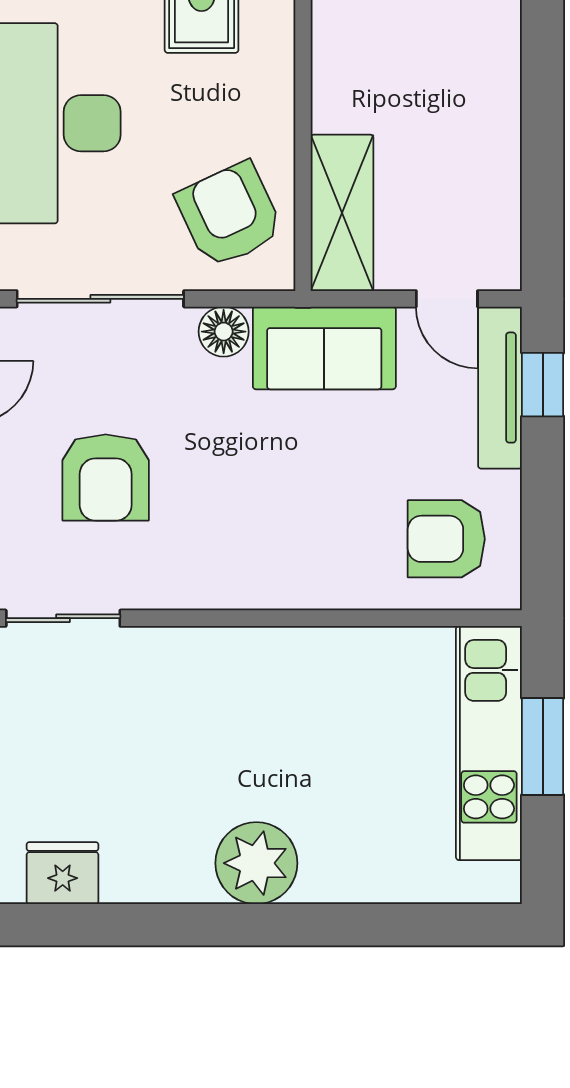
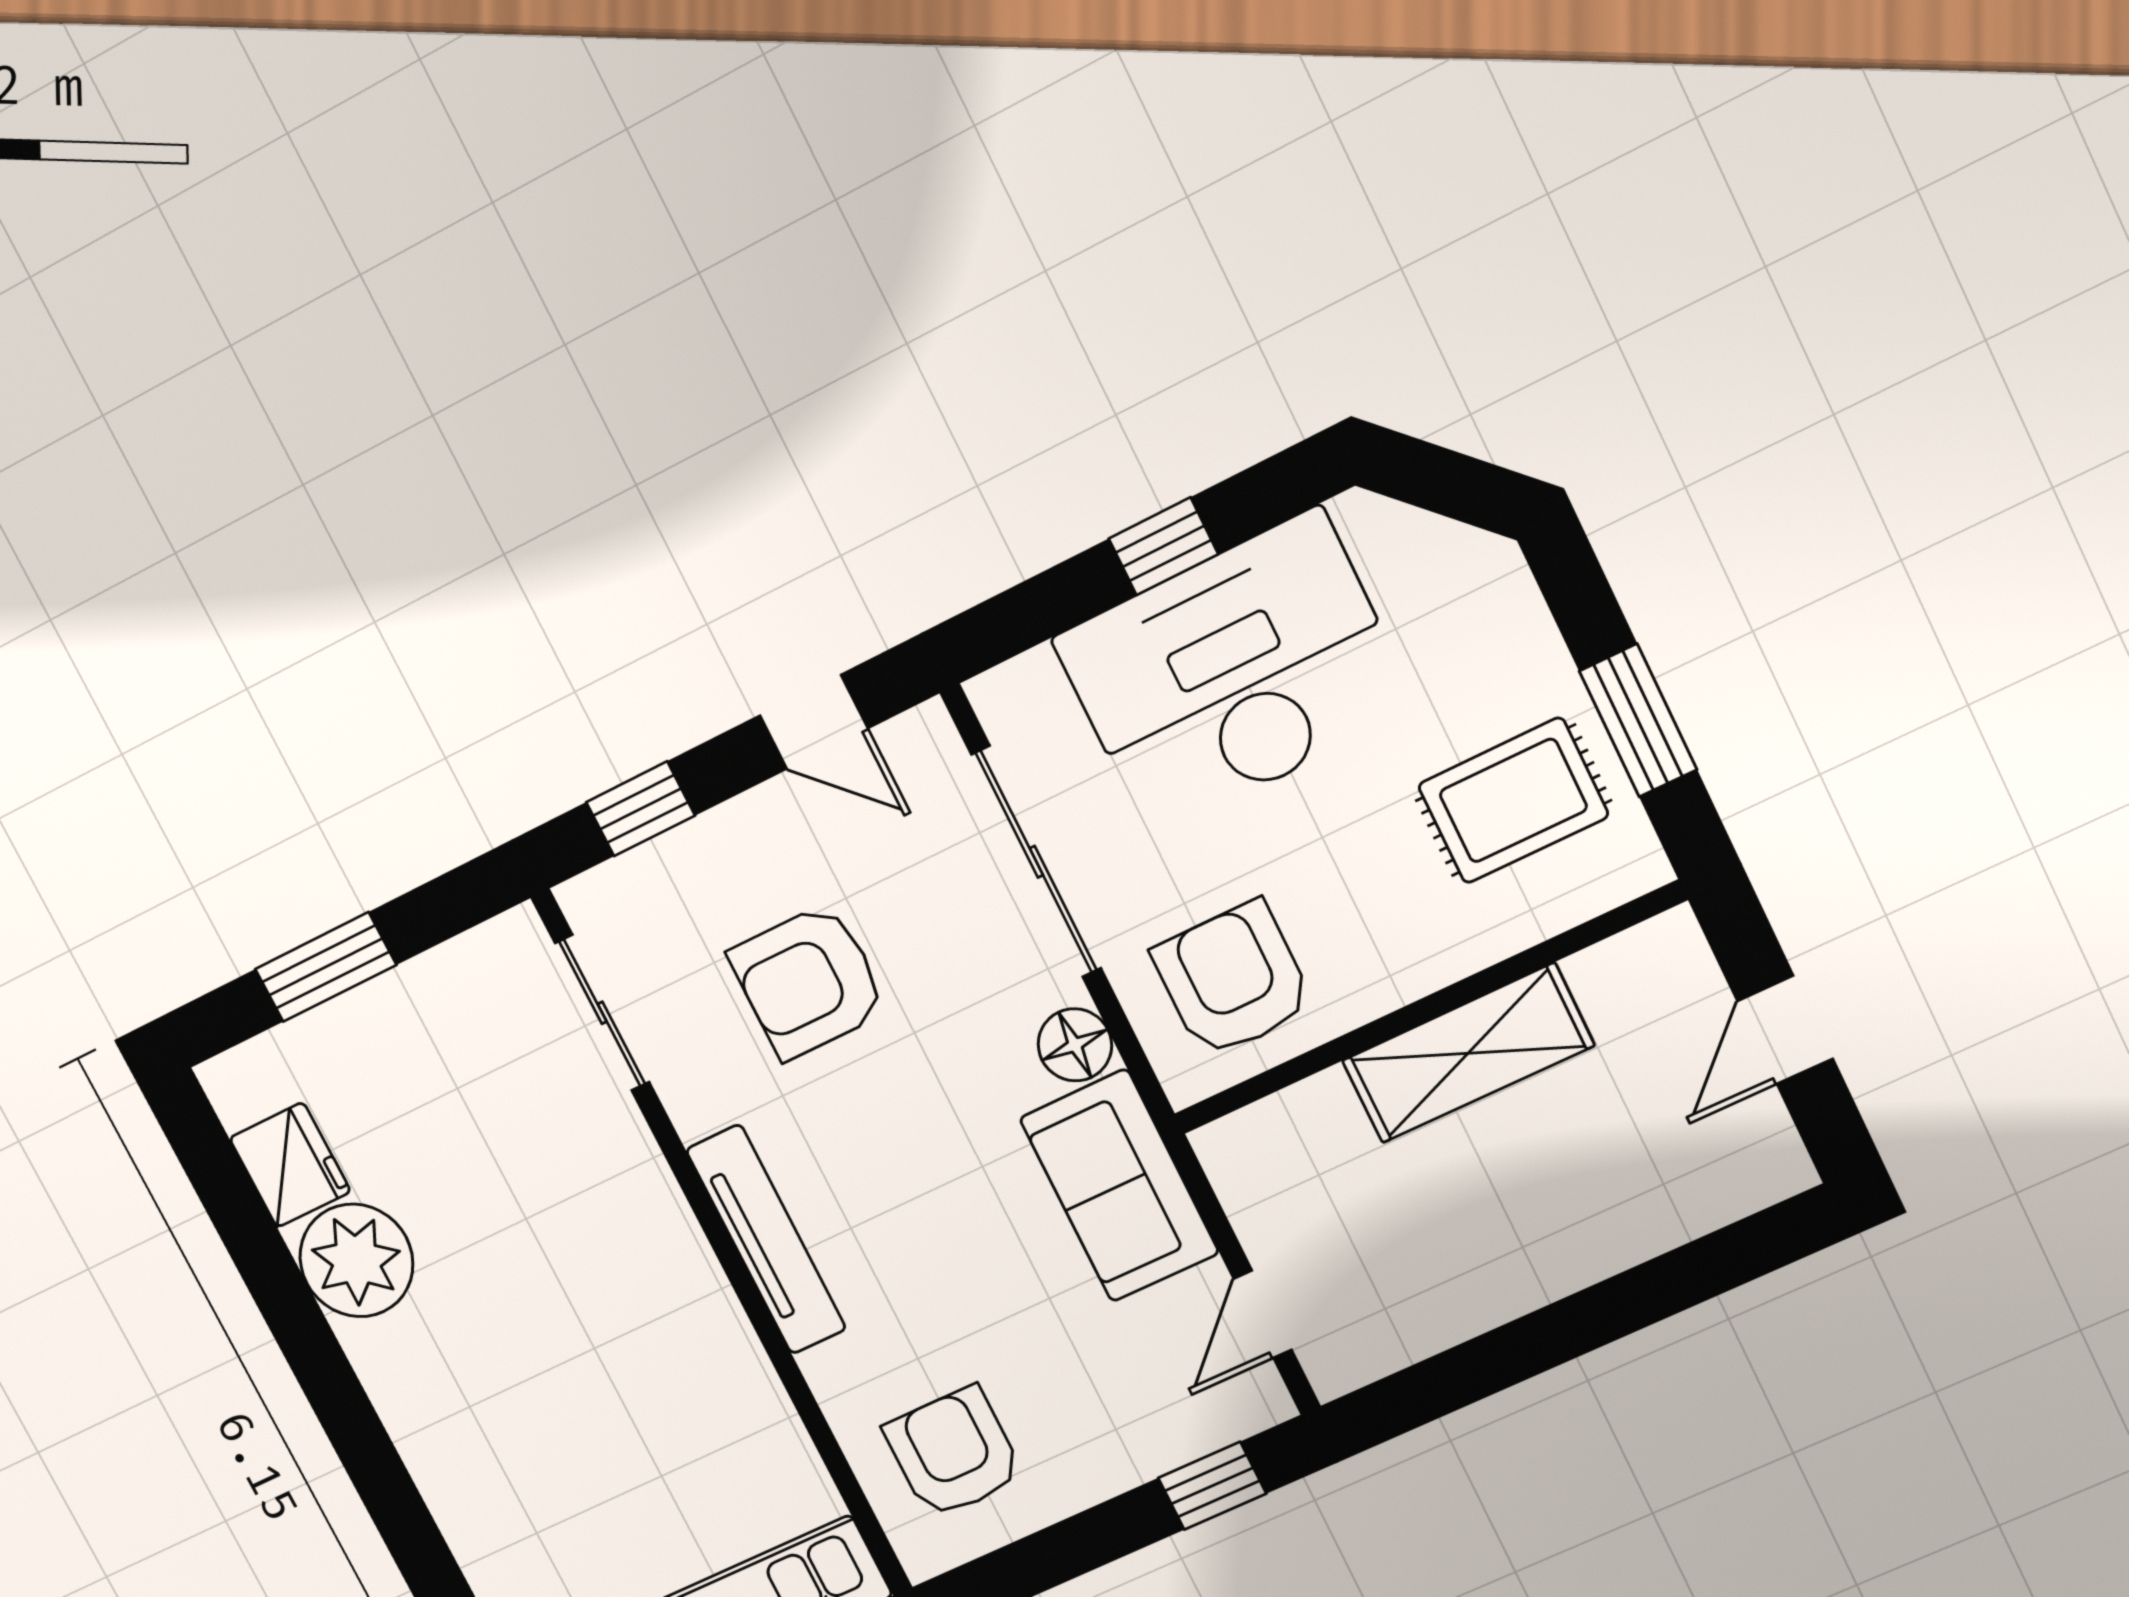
shelving: (342, 213) -> (1468, 1053), moved
armchair: (229, 215) -> (1233, 980), turned -65
tv unit: (500, 388) -> (766, 1239), moved, turned 90
plant: (256, 863) -> (356, 1260), moved

